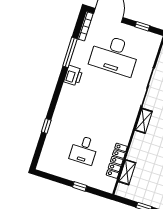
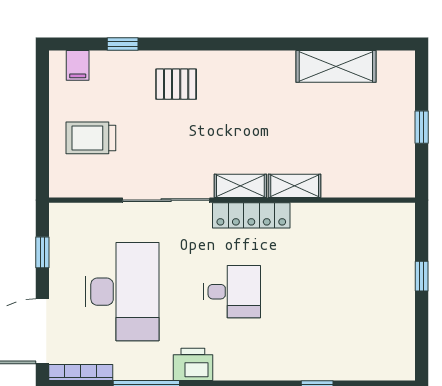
desk: (84, 150) -> (232, 292), moved
locker: (117, 161) -> (251, 215), moved
shelving: (127, 172) -> (295, 186), moved

